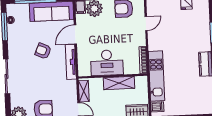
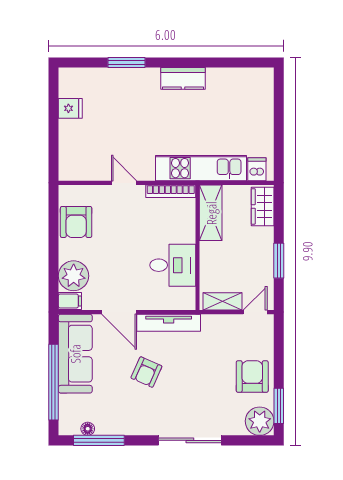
door: (146, 24) -> (124, 183), moved
desk: (107, 63) -> (173, 265), width x0.73
shelving: (119, 83) -> (211, 213), moved

